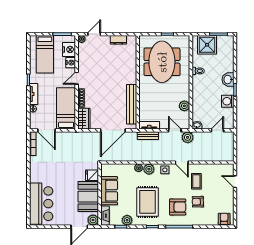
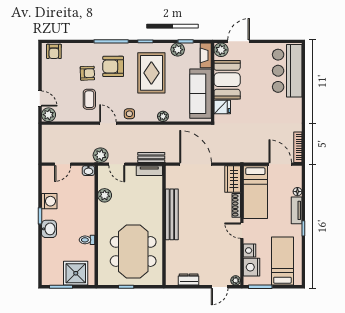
door: (77, 78) -> (242, 231), swing flipped
bench: (132, 104) -> (172, 214), moved
door: (113, 130) -> (196, 164), hinge flipped
plant: (149, 169) -> (48, 115), moved
sofa: (109, 191) -> (200, 94), width x1.36

